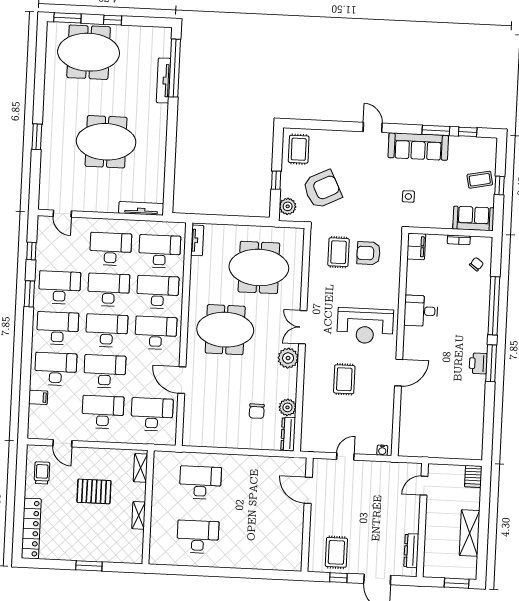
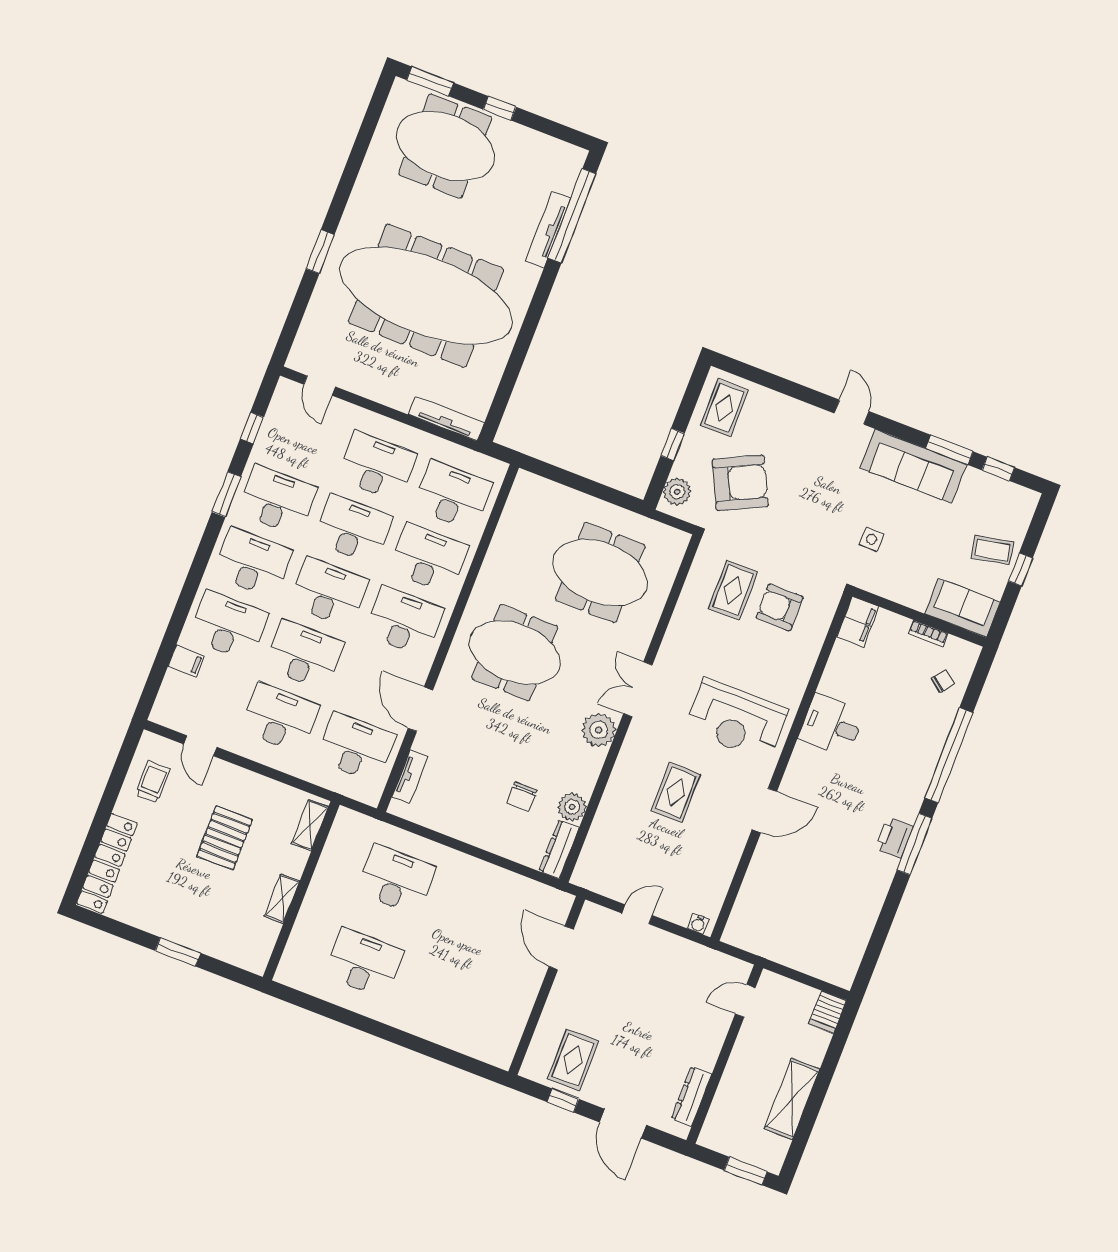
meeting table: (106, 142) -> (426, 296), width x1.86, depth x1.27
tv unit: (197, 240) -> (410, 777), moved
pallet: (94, 491) -> (225, 838), turned 90

